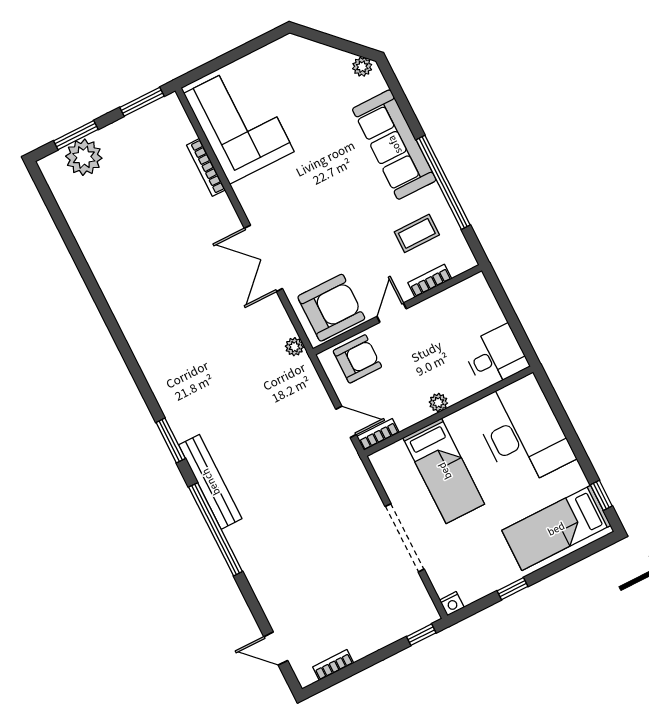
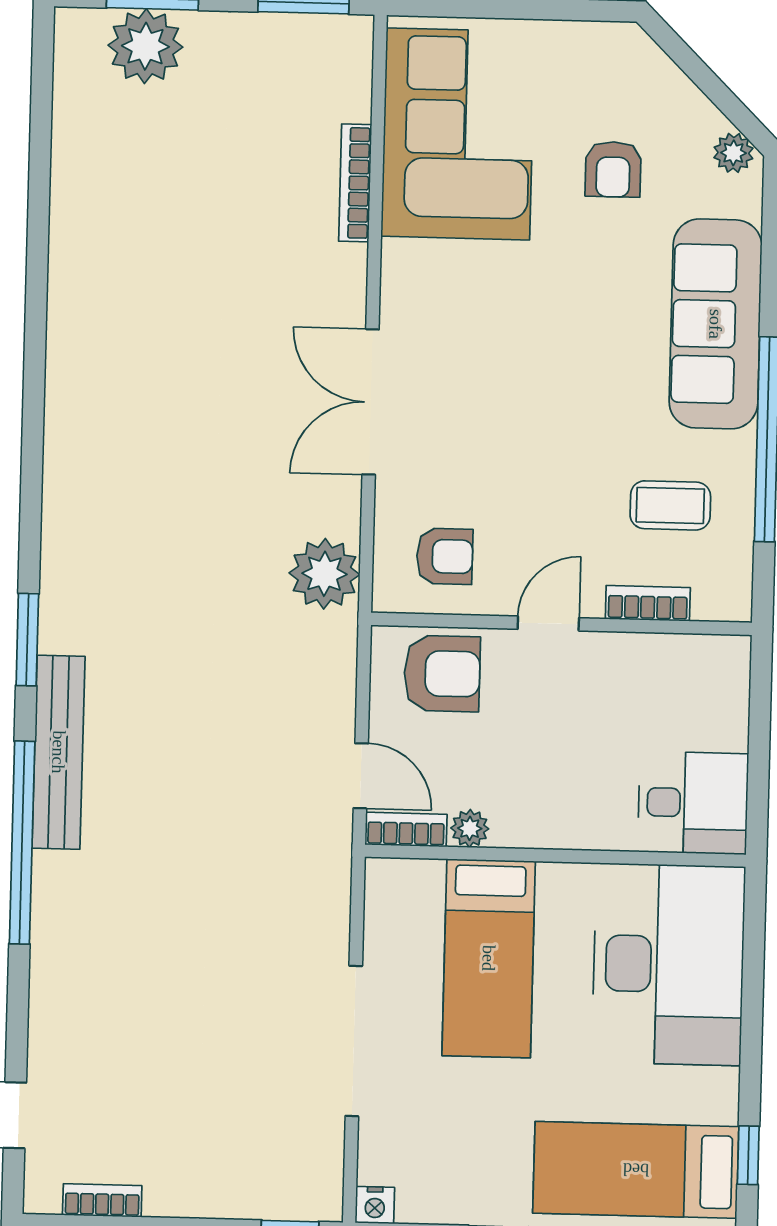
armchair: (314, 102) -> (613, 169), added
armchair: (331, 308) -> (445, 556), width x0.53, depth x0.53
plant: (294, 347) -> (324, 574), width x1.88, depth x1.88
plant: (438, 403) -> (470, 828), moved

